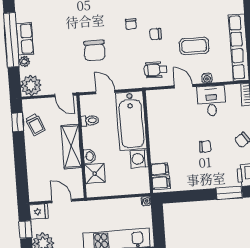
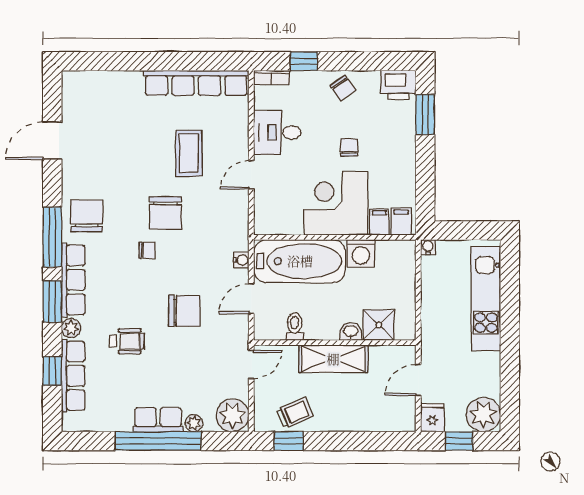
chair: (155, 34) -> (165, 213), width x1.87, depth x1.87
wheelchair: (155, 70) -> (127, 341), moved, turned -90
water cooler: (207, 78) -> (241, 260), moved
corner desk: (169, 141) -> (336, 203), added

